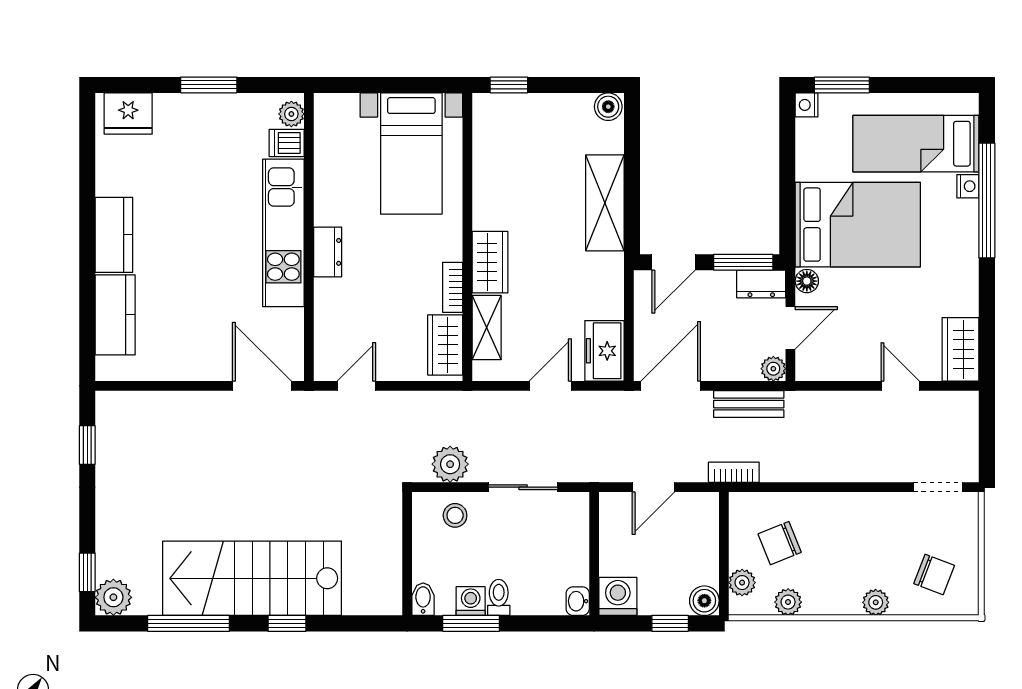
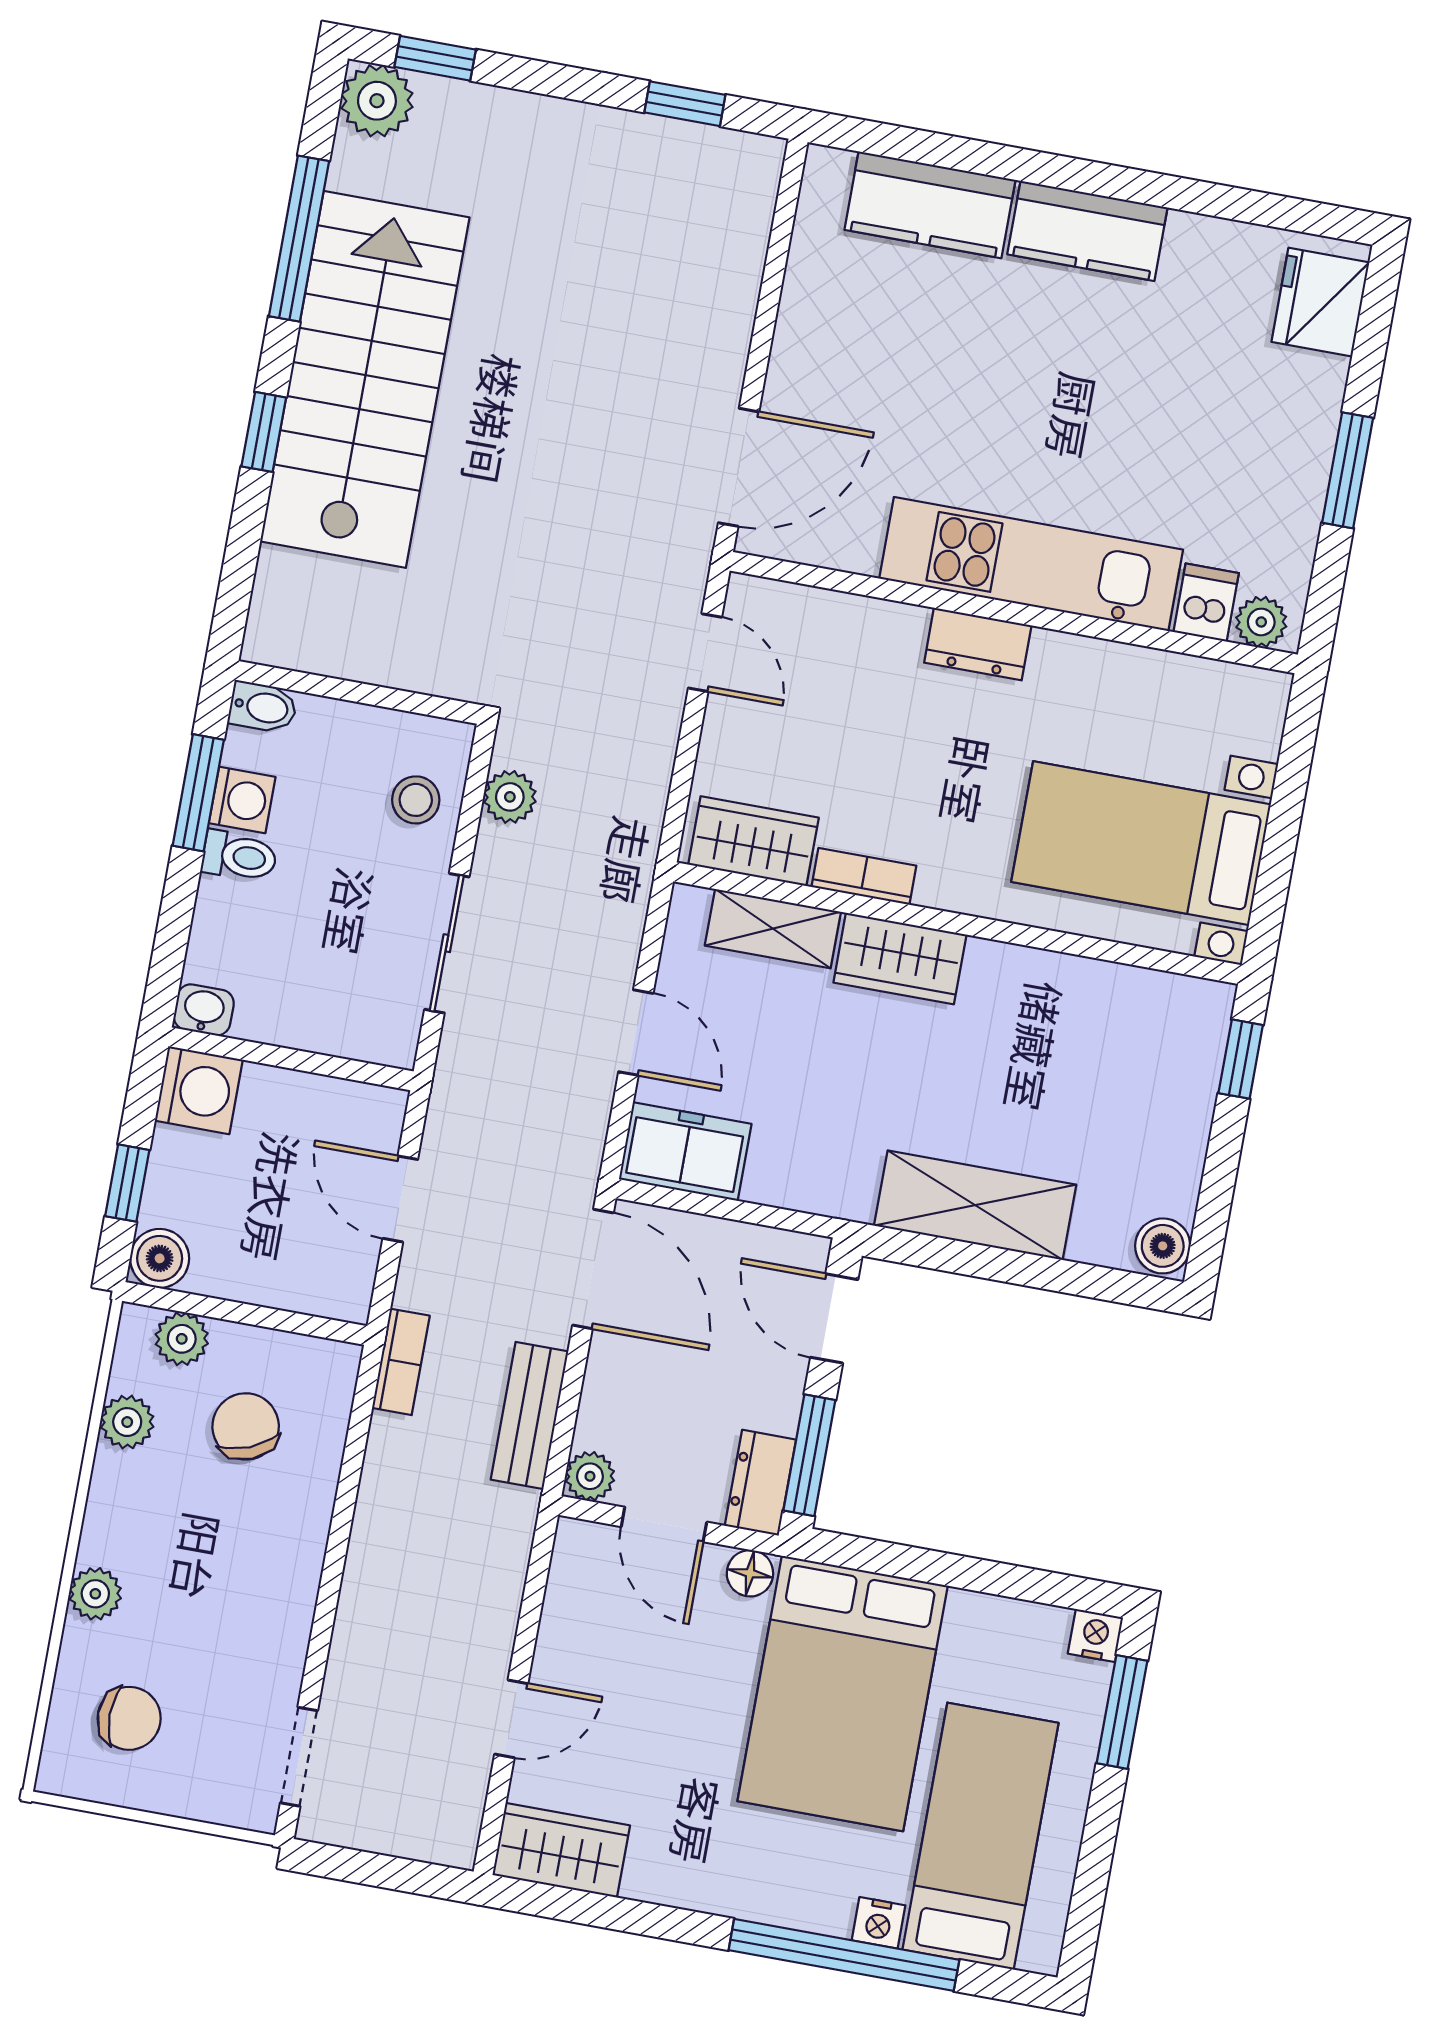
plant: (450, 464) -> (510, 797), width x0.73, depth x0.73
chair: (934, 574) -> (129, 1718), turned -111

